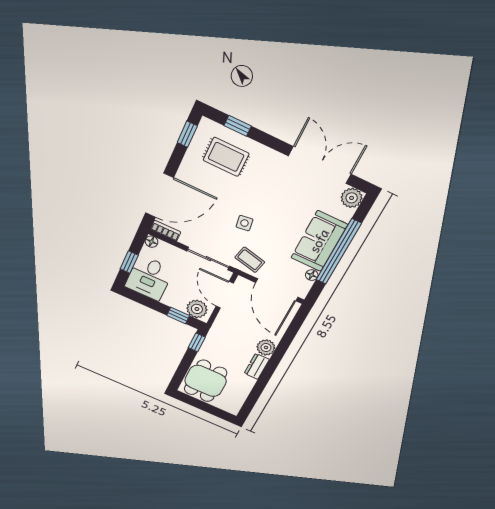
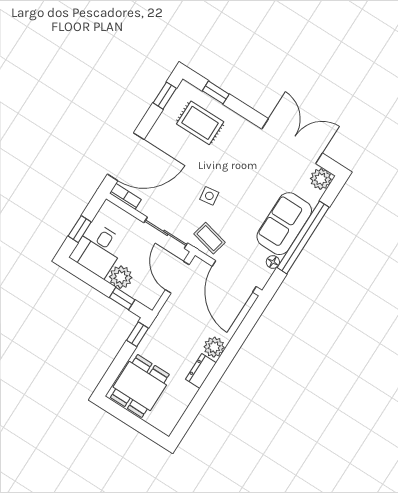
floor lamp: (152, 242) -> (108, 207), removed
plant: (197, 309) -> (121, 277), moved

